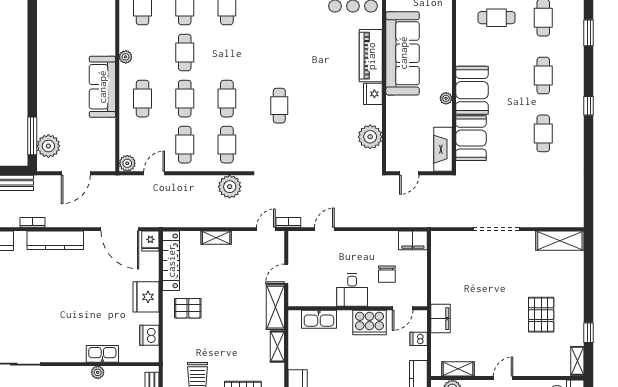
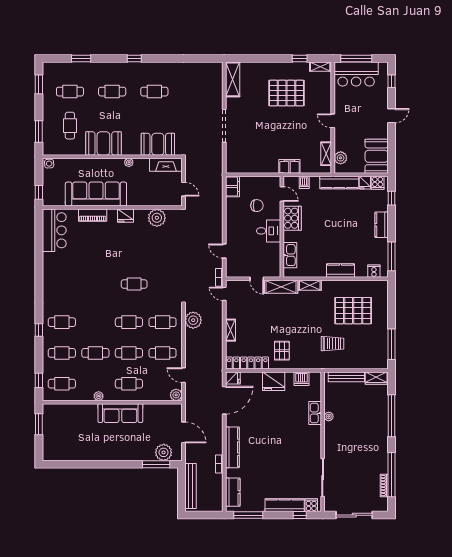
piano: (371, 56) -> (93, 215), width x0.73, depth x0.75
booth: (472, 90) -> (103, 143), moved
pallet: (541, 315) -> (287, 93), width x1.37, depth x1.41

